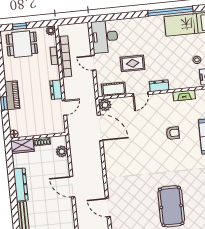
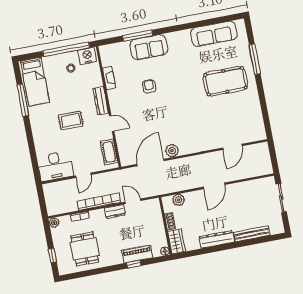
window: (170, 11) -> (23, 100), width x0.68
dining table: (22, 44) -> (85, 249), moved
bookcase: (65, 56) -> (99, 202), moved
rug: (133, 63) -> (71, 120), moved, turned 90
dresser: (159, 86) -> (101, 101), width x1.44
piano: (12, 95) -> (137, 254), moved
plant: (105, 105) -> (172, 151), moved

